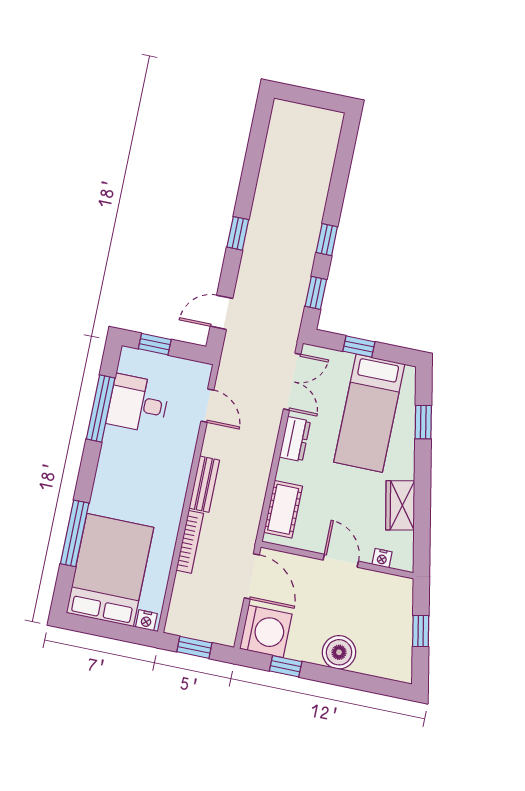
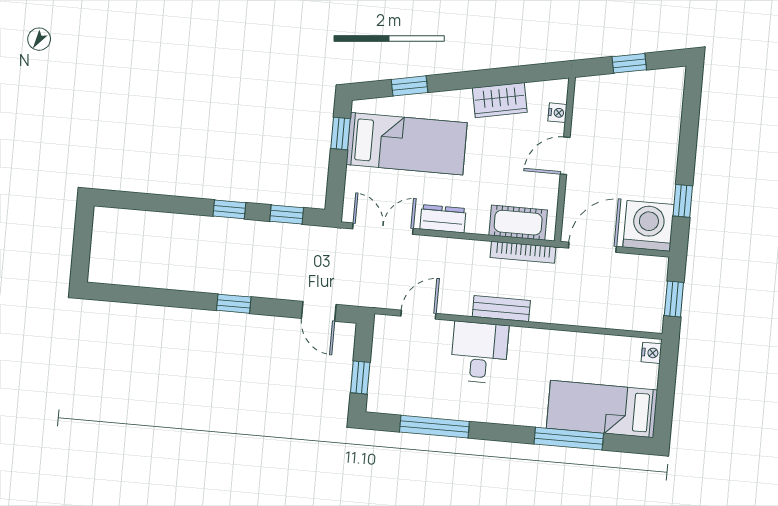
window: (359, 347) -> (341, 134), moved
desk: (138, 404) -> (479, 352), moved, turned 180
bookcase: (190, 542) -> (523, 252), moved, turned 180
bed: (110, 570) -> (602, 409), width x0.67
boiler: (339, 652) -> (662, 146), removed

